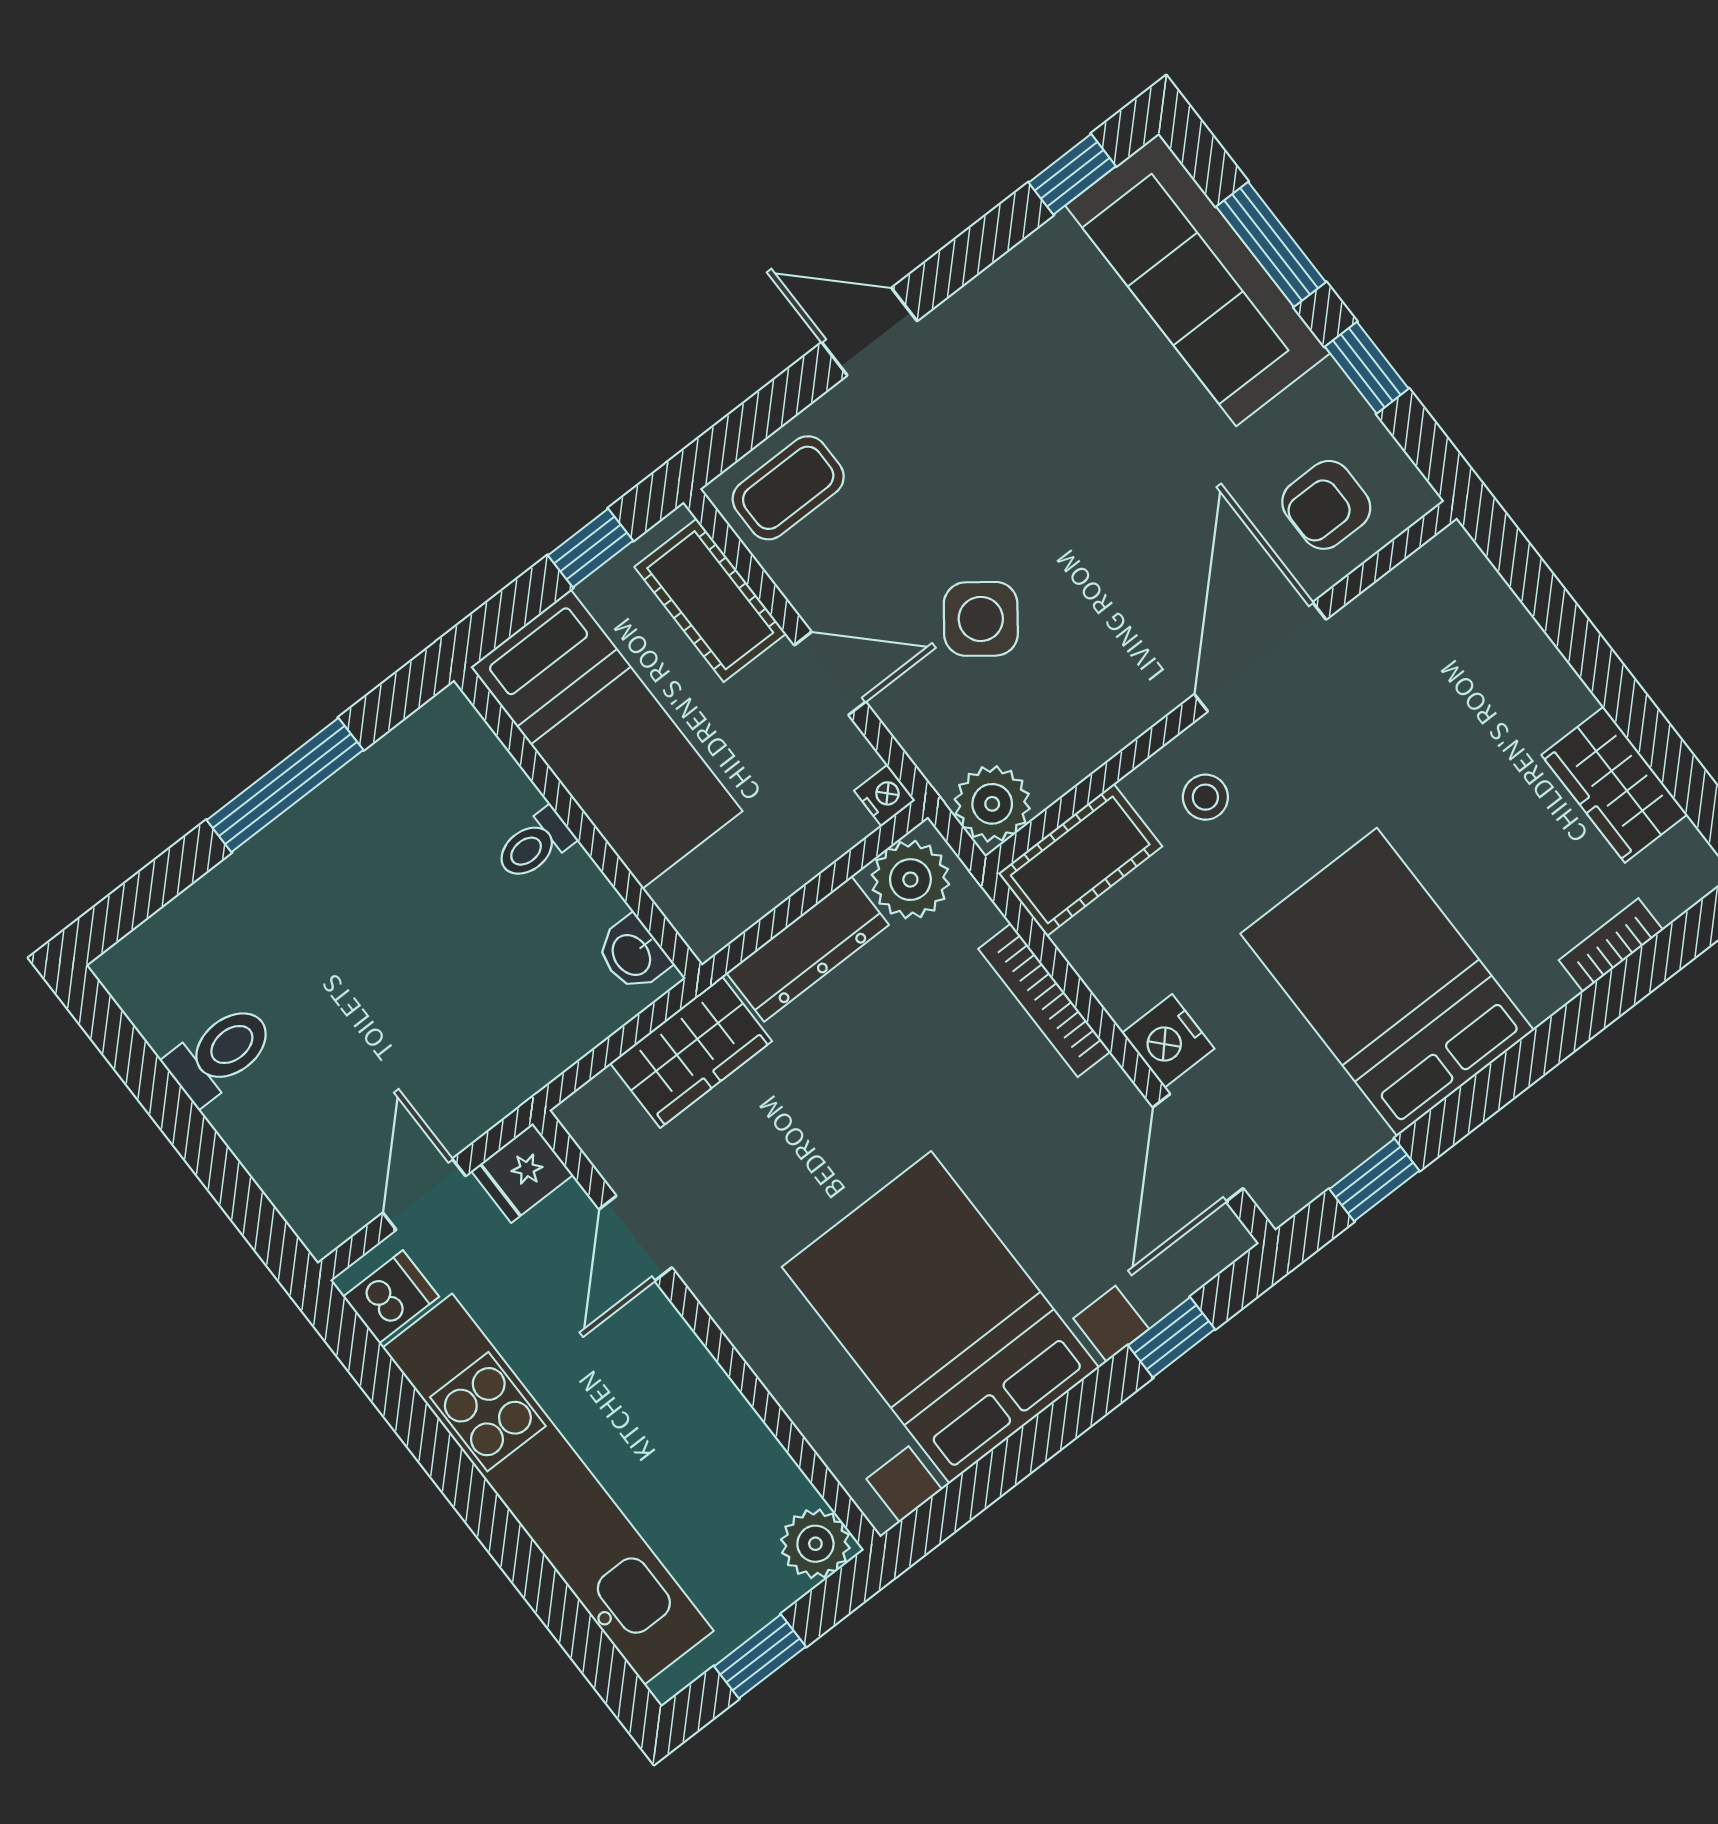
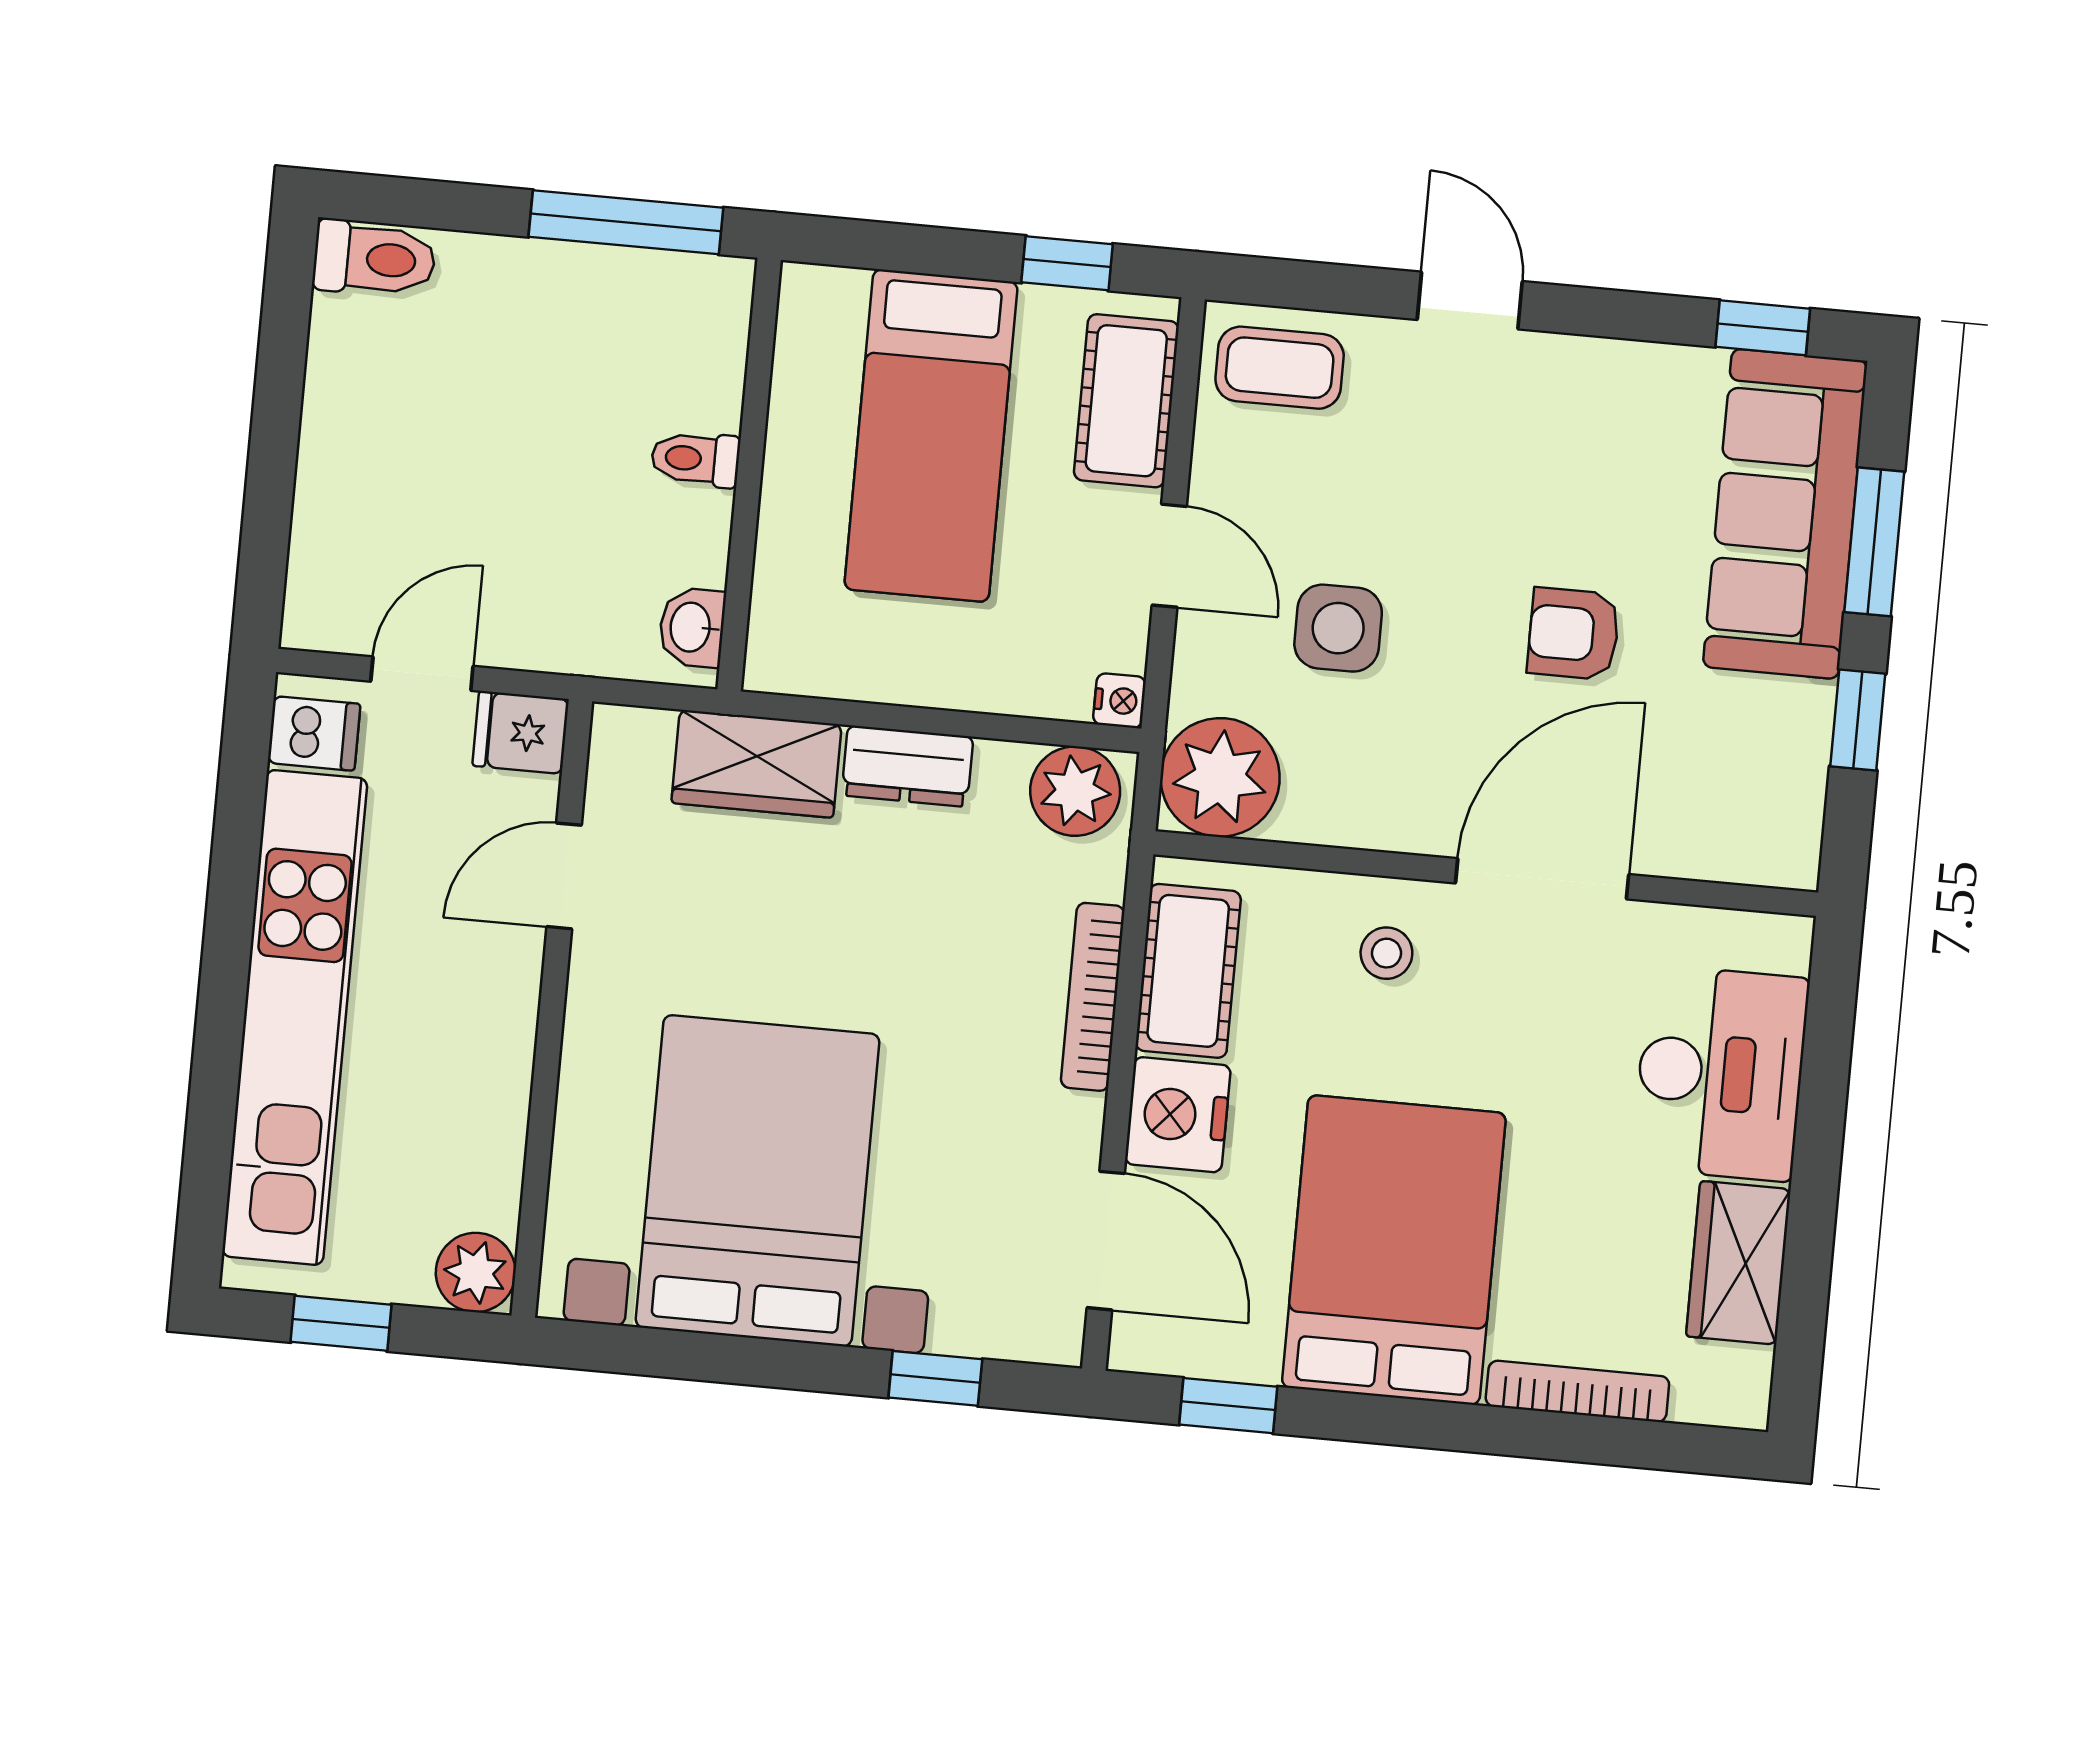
armchair: (1326, 505) -> (1574, 634), moved
side table: (981, 619) -> (1338, 628), turned -37
desk: (1490, 674) -> (1720, 1073), added
plant: (992, 804) -> (1220, 777), width x1.36, depth x1.36
wall: (578, 823) -> (749, 475), moved
toilet: (534, 845) -> (695, 459), moved
cot: (1080, 860) -> (1188, 971), moved, turned 90
bookcase: (1611, 945) -> (1577, 1391), width x1.56
dresser: (808, 949) -> (907, 766), width x0.70
washbasin: (633, 954) -> (692, 627), moved
nightstand: (1168, 1041) -> (1178, 1115), width x1.36, depth x1.33
toilet: (220, 1053) -> (374, 259), moved
door: (1198, 1148) -> (1106, 1241), swing flipped

